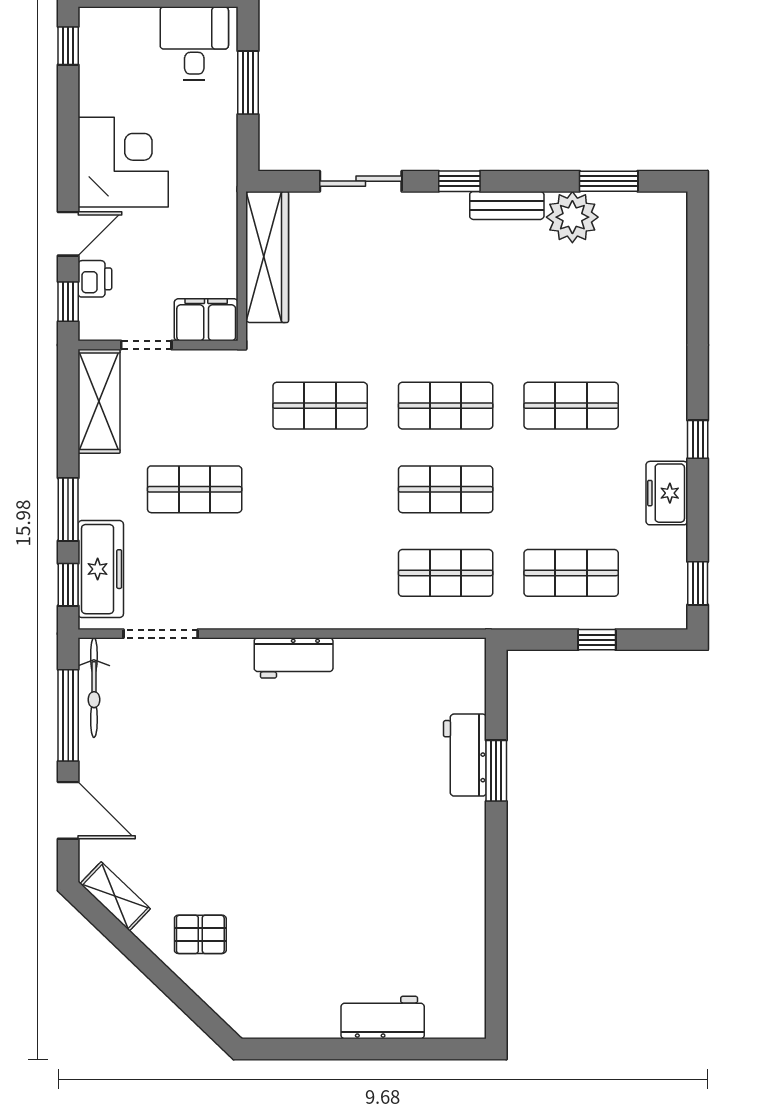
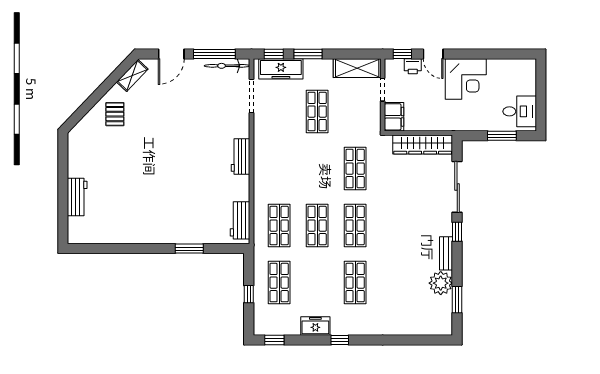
window: (68, 46) -> (519, 54), removed
sliding door: (361, 181) -> (457, 187), width x1.37
workbench: (465, 755) -> (240, 220), moved, turned -90

